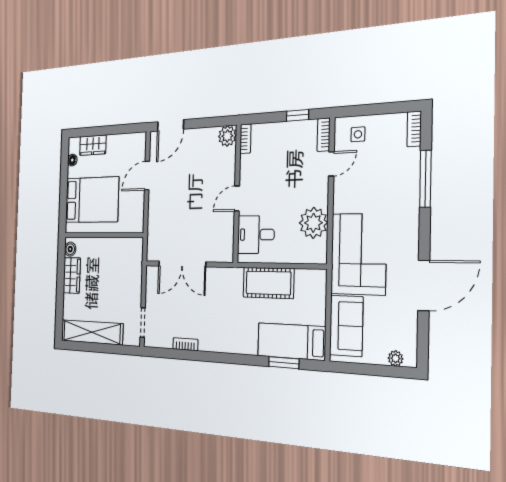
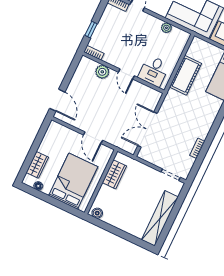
window: (297, 115) -> (91, 30), moved
plant: (227, 136) -> (102, 72), moved
door: (147, 176) -> (93, 138), moved
plant: (313, 223) -> (166, 28), width x0.53, depth x0.53
double door: (182, 264) -> (147, 129), swing flipped
wardrobe: (72, 275) -> (114, 174), moved, turned 90

